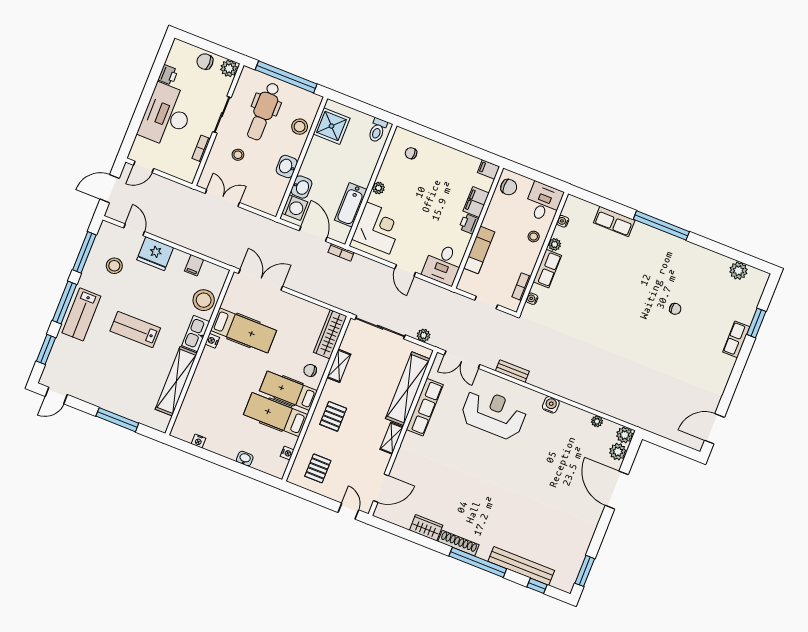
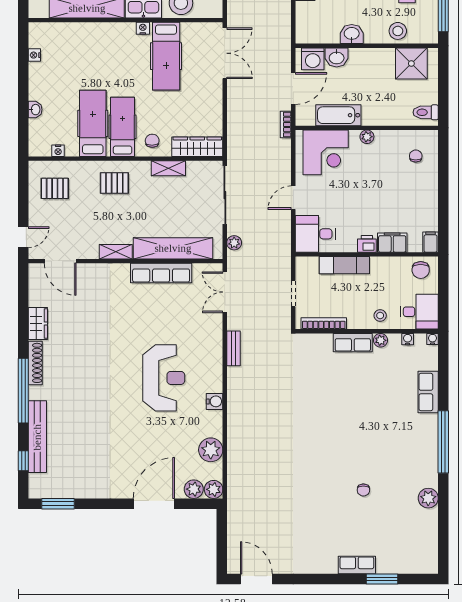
plant: (738, 271) -> (428, 498), moved
bookcase: (522, 287) -> (324, 323), width x1.56
water cooler: (532, 299) -> (433, 339), moved
reception desk: (494, 414) -> (164, 378), moved
plant: (597, 421) -> (211, 450), width x1.87, depth x1.87

